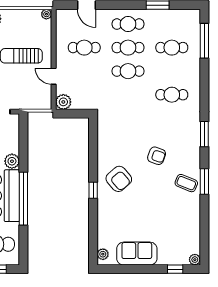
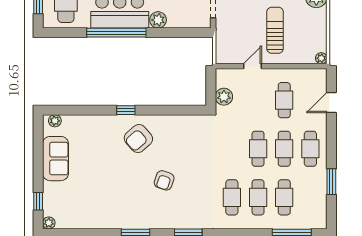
cafe table: (172, 71) -> (258, 197), added
plant: (63, 102) -> (224, 97), moved
coffee table: (186, 183) -> (134, 213), removed

